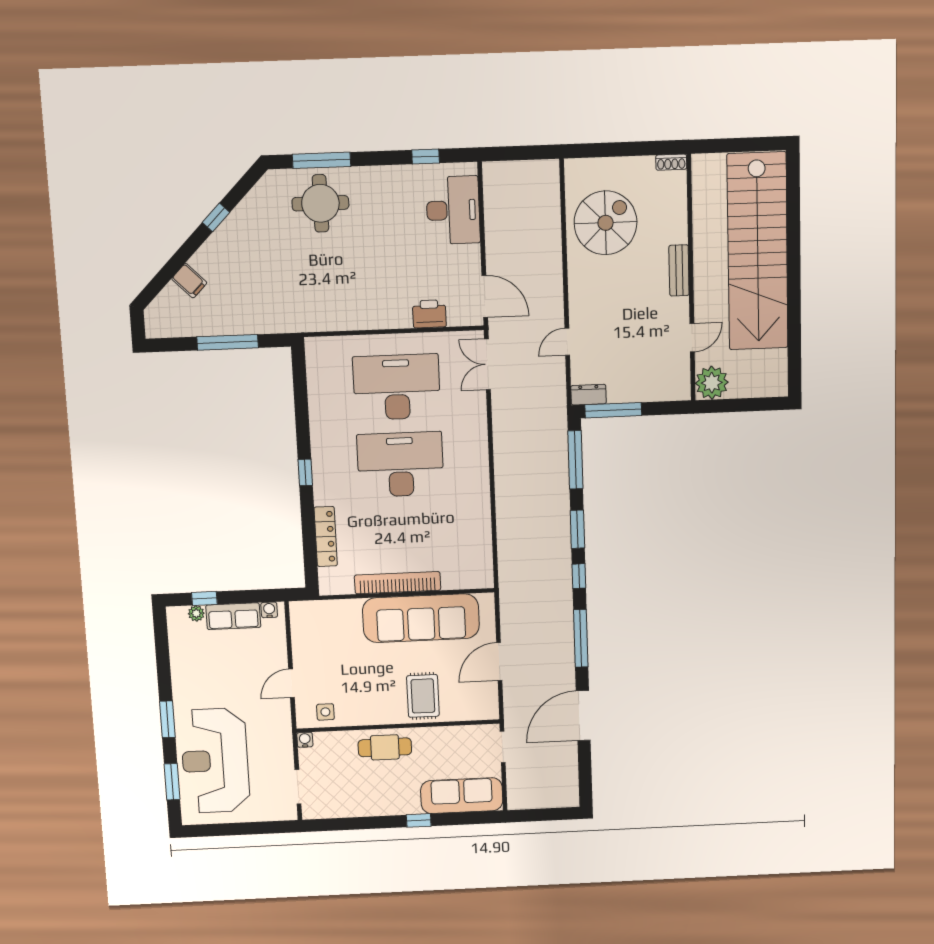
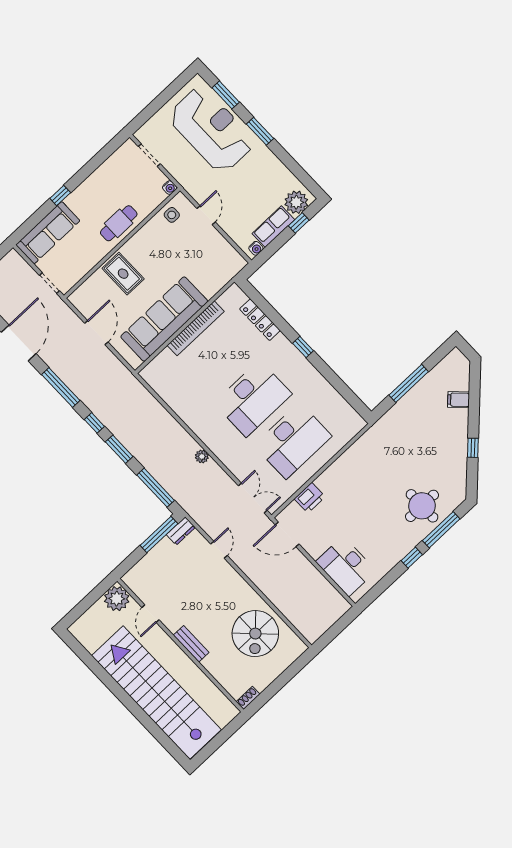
window: (426, 156) -> (412, 558), moved
plant: (502, 451) -> (202, 457), added
plant: (196, 613) -> (296, 202), width x1.88, depth x1.88

